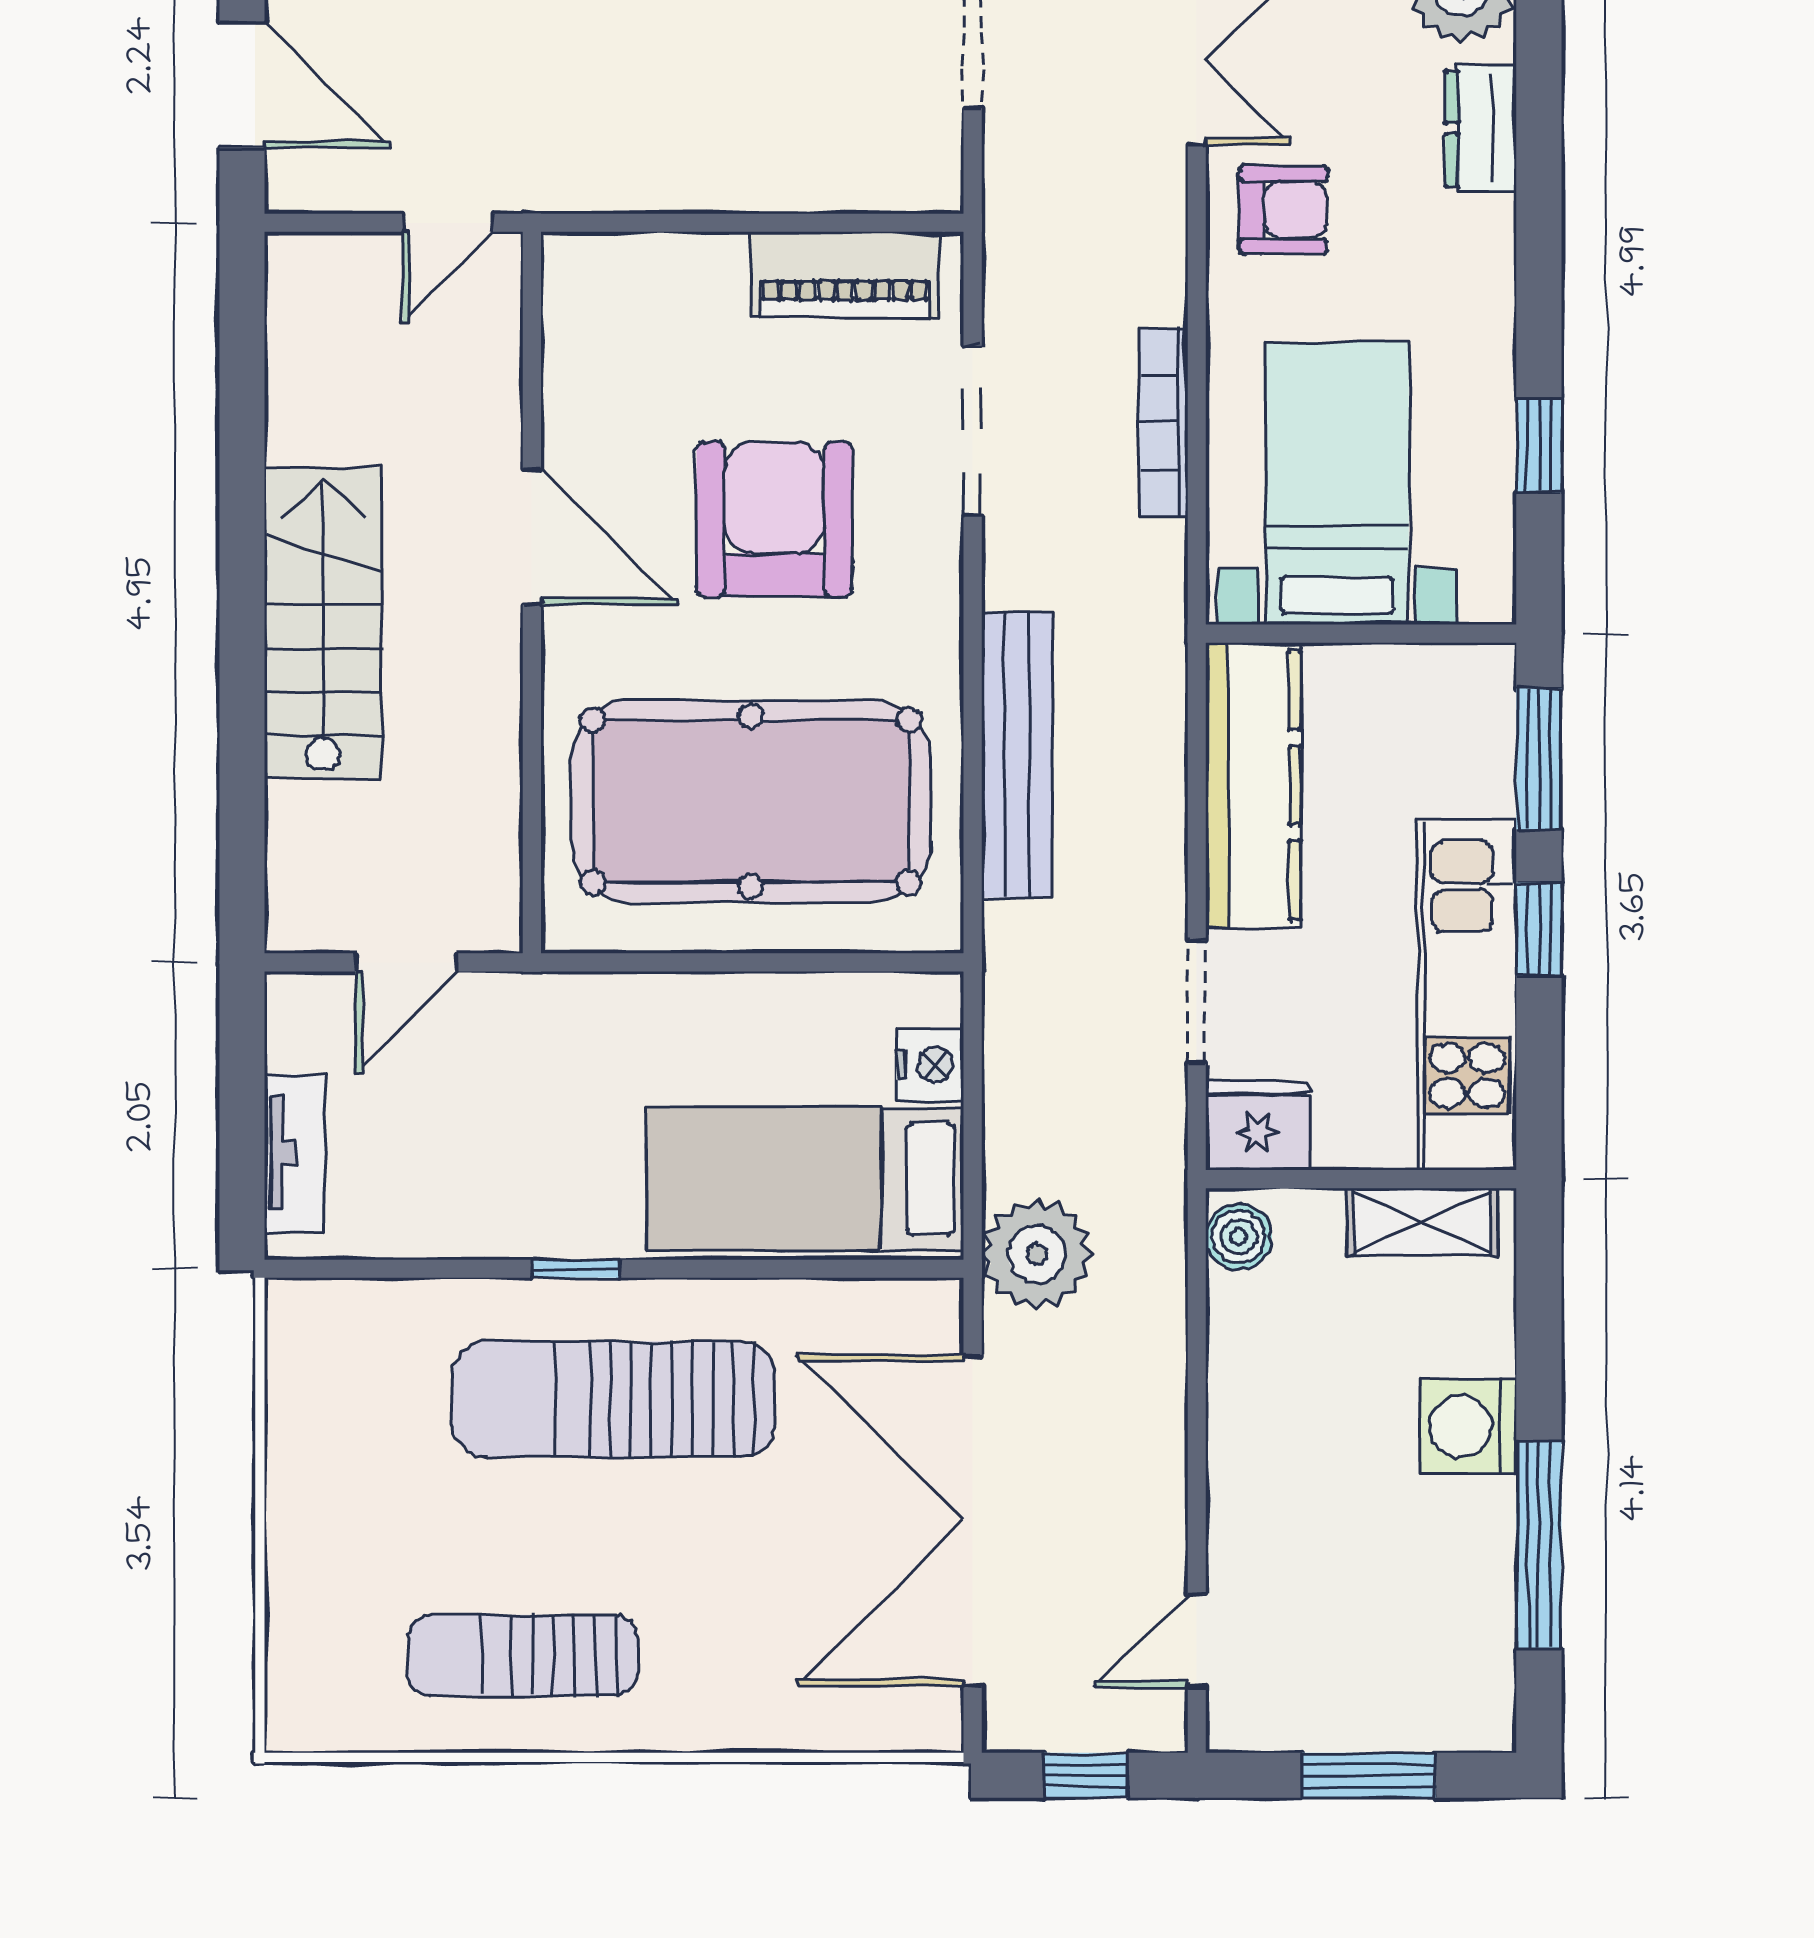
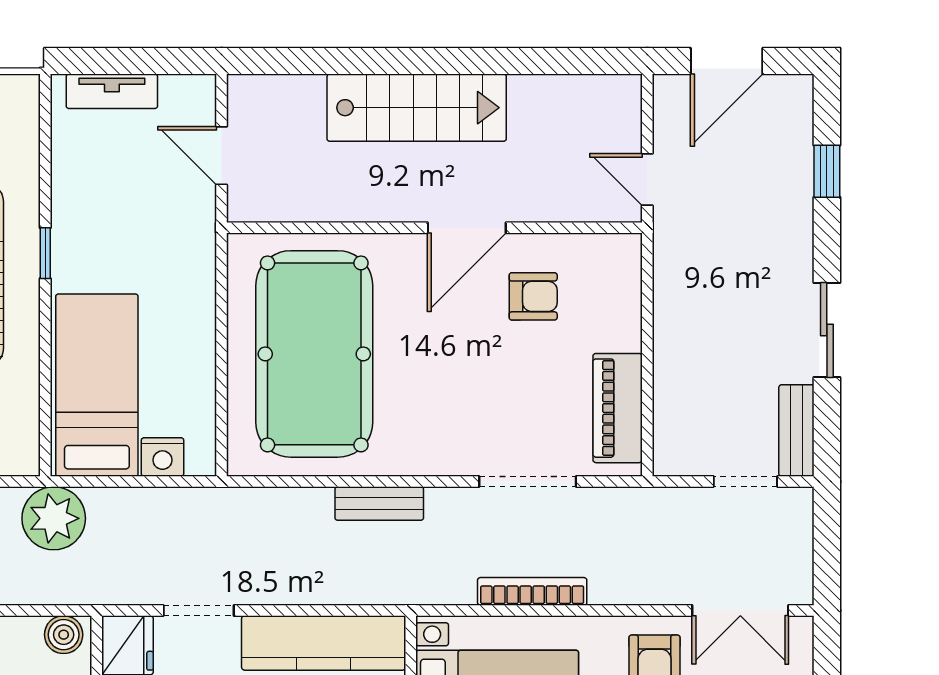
armchair: (774, 519) -> (533, 296), moved, width x0.53, depth x0.53
bench: (1017, 755) -> (379, 504), width x0.54, depth x0.82

